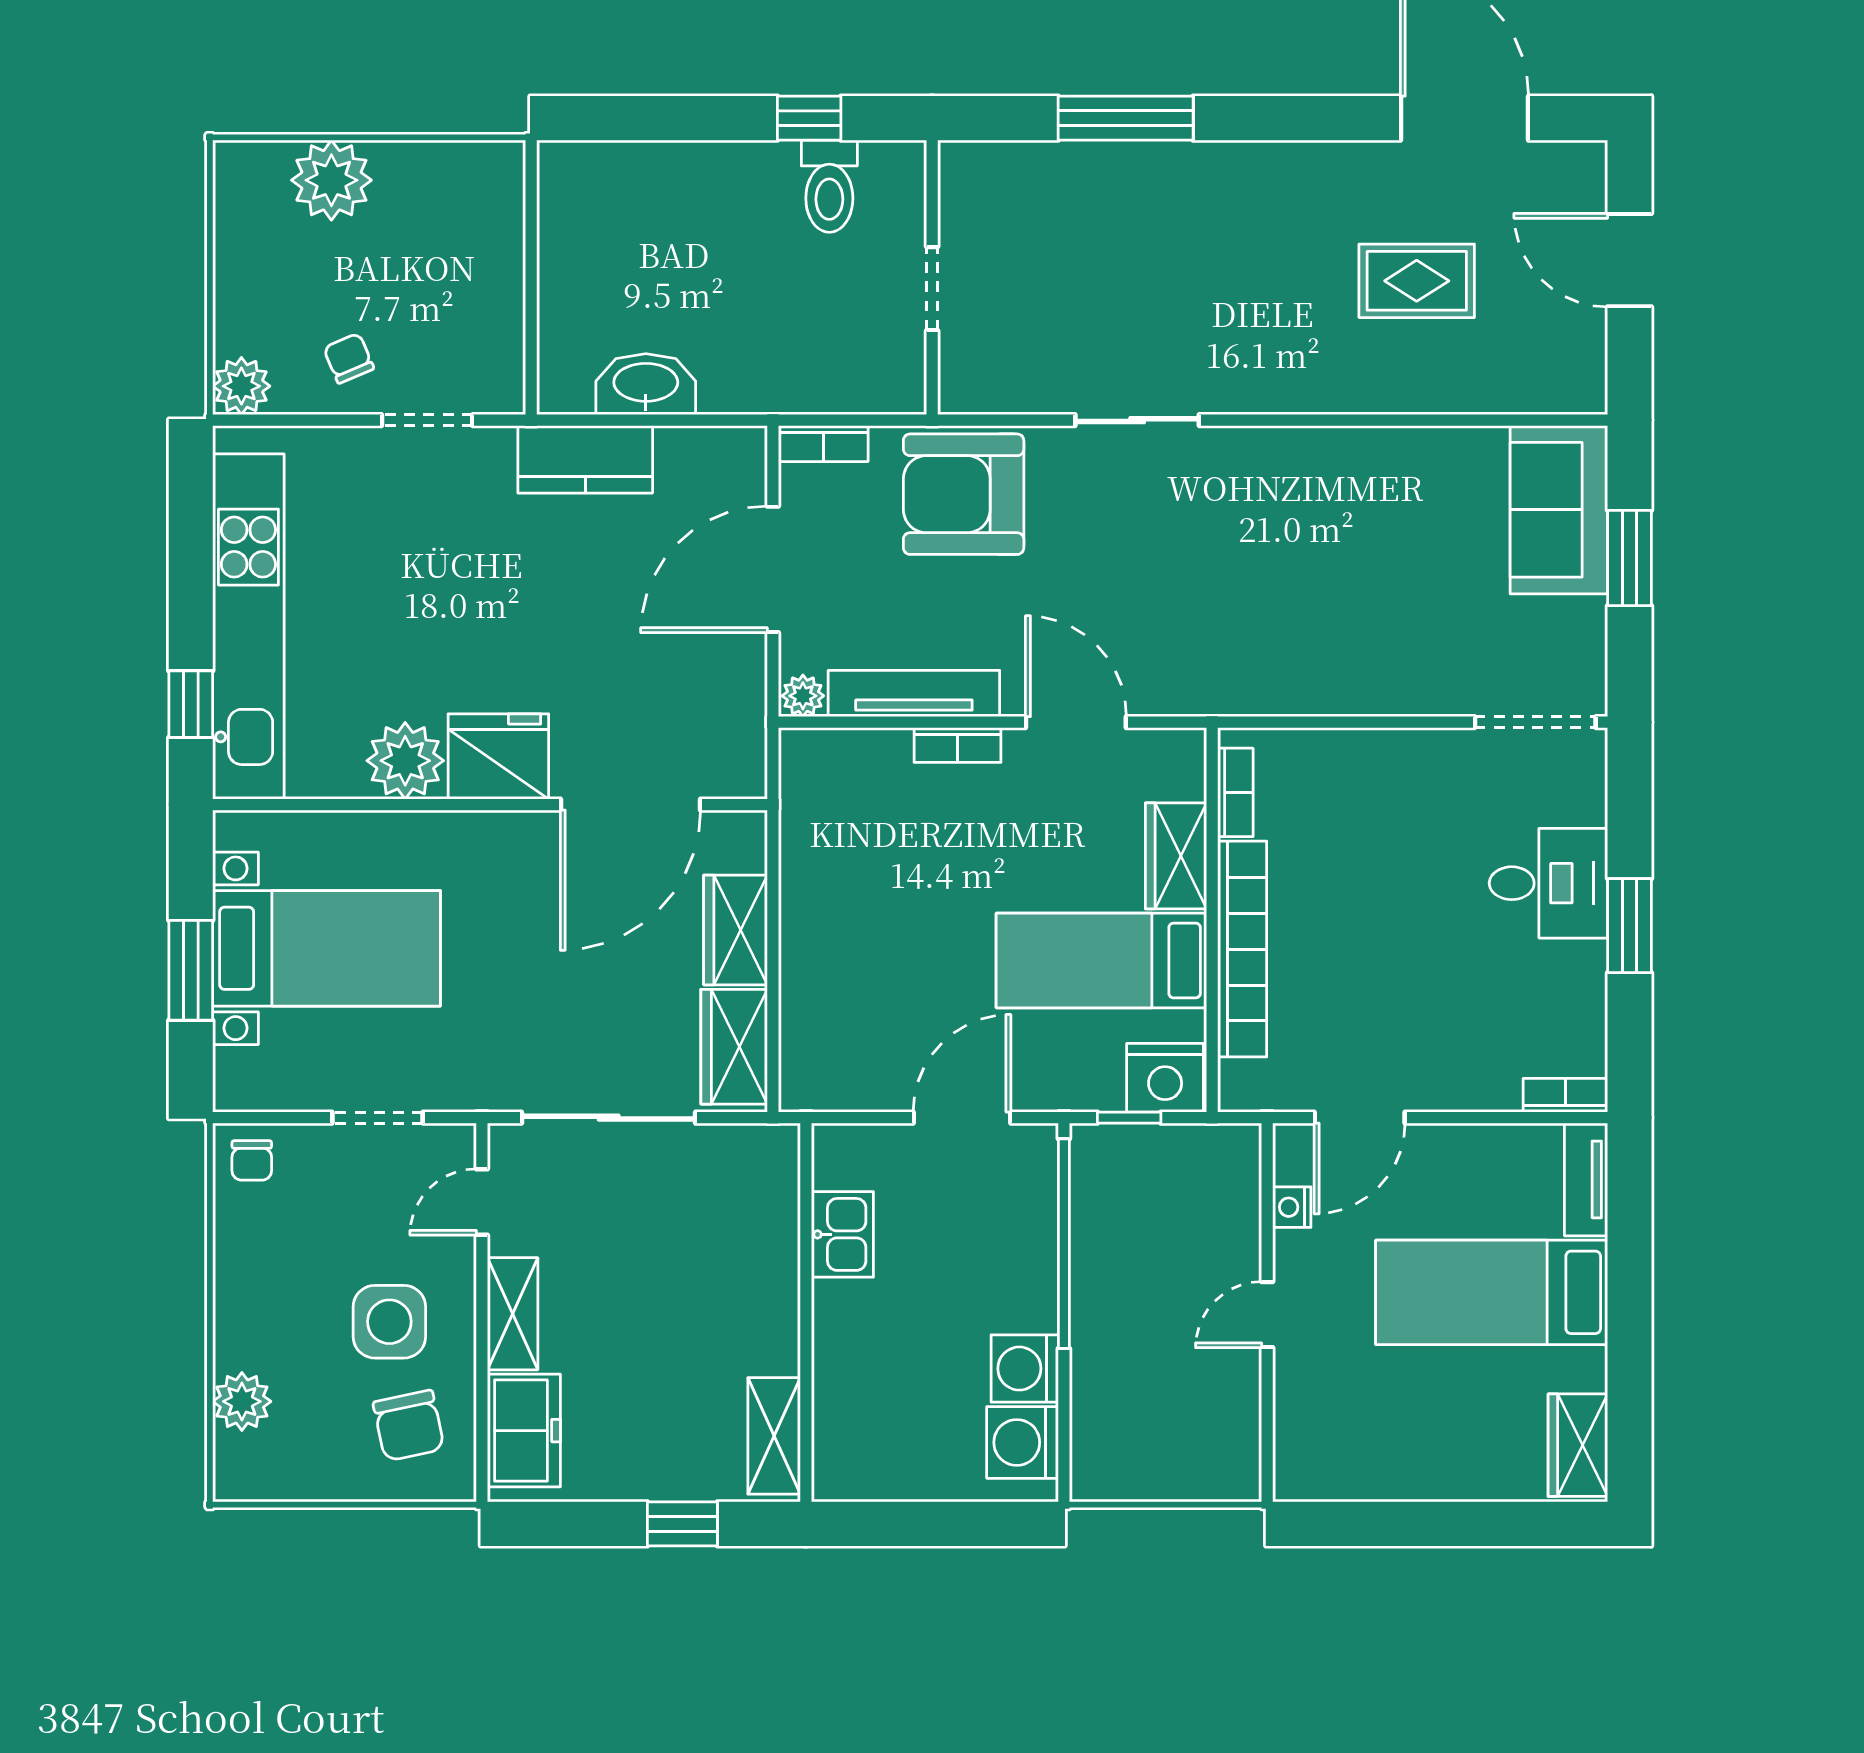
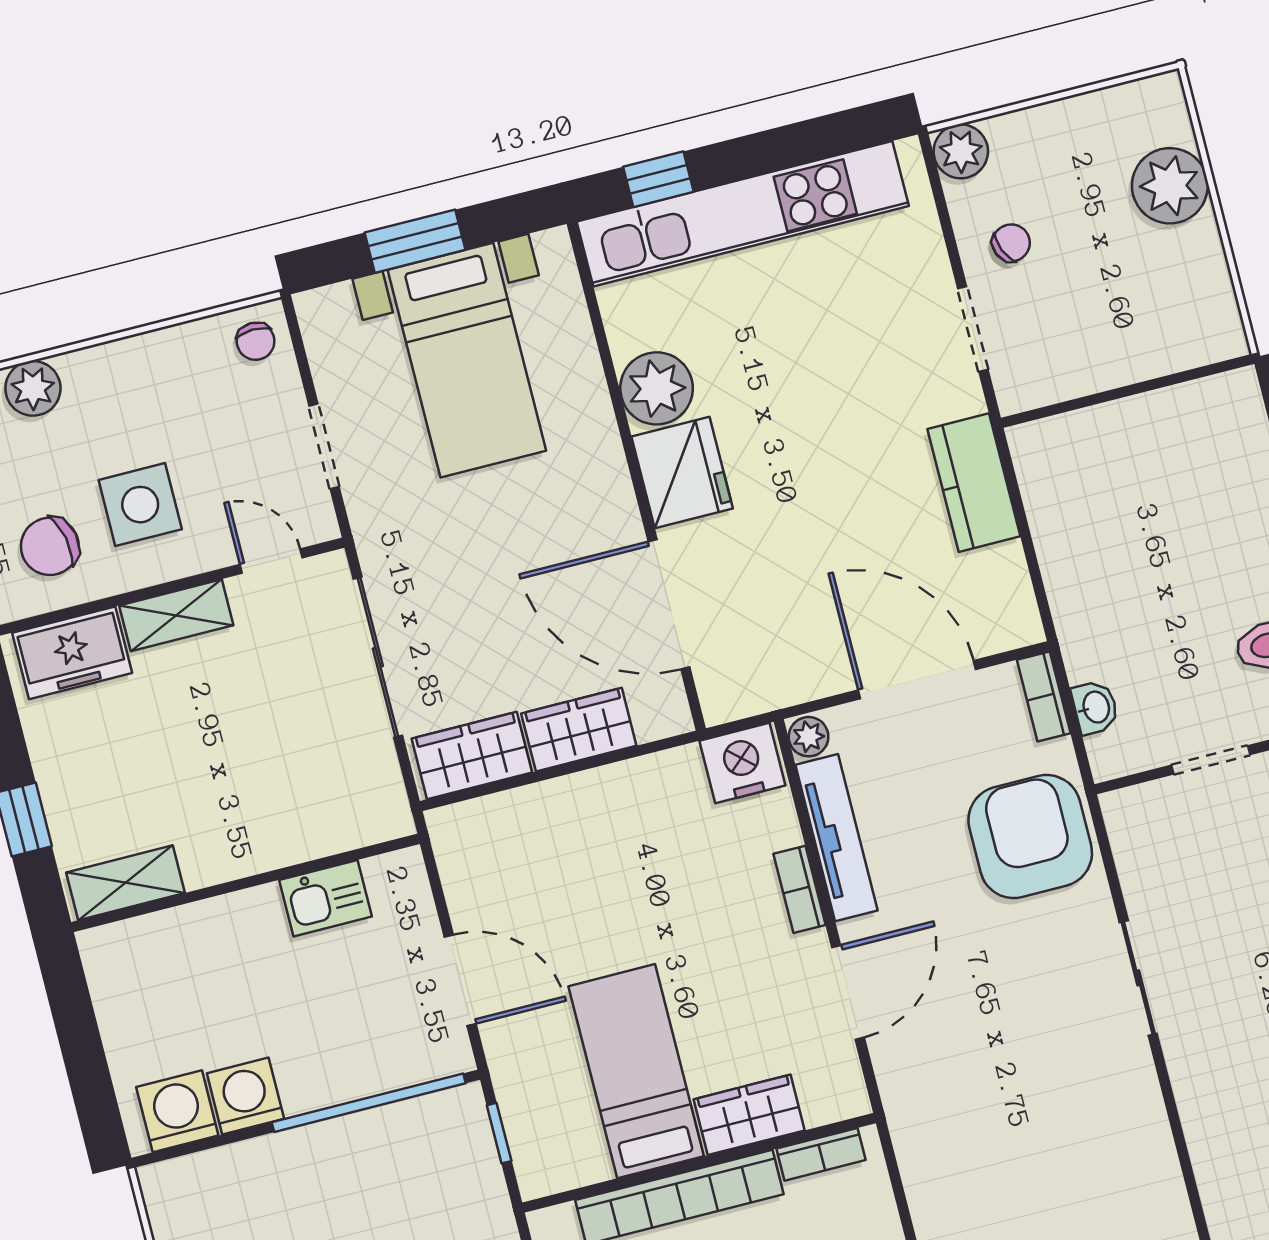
washbasin: (646, 384) -> (1095, 707), moved, width x0.52, depth x0.69
nightstand: (1165, 1078) -> (742, 763), moved, turned 90
chair: (252, 1160) -> (256, 341), turned -91

